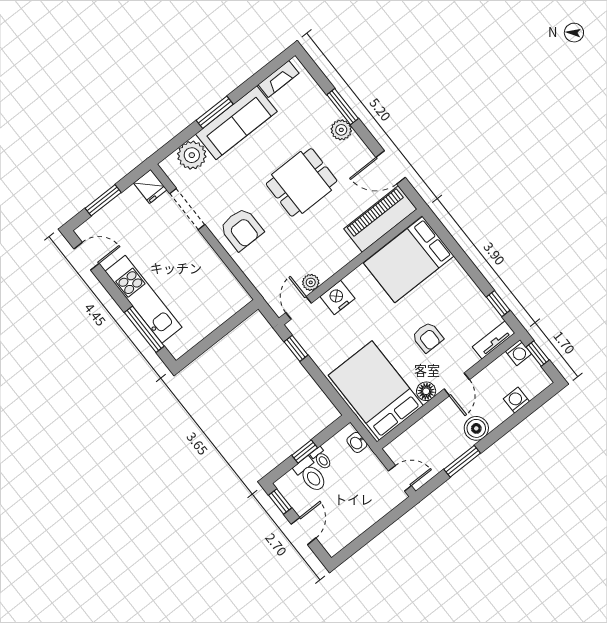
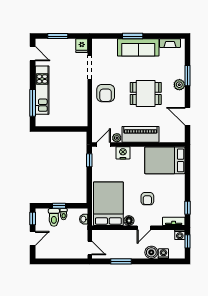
plant: (192, 155) -> (109, 46), removed
piano: (380, 219) -> (140, 134), moved
boiler: (476, 428) -> (151, 252), moved

